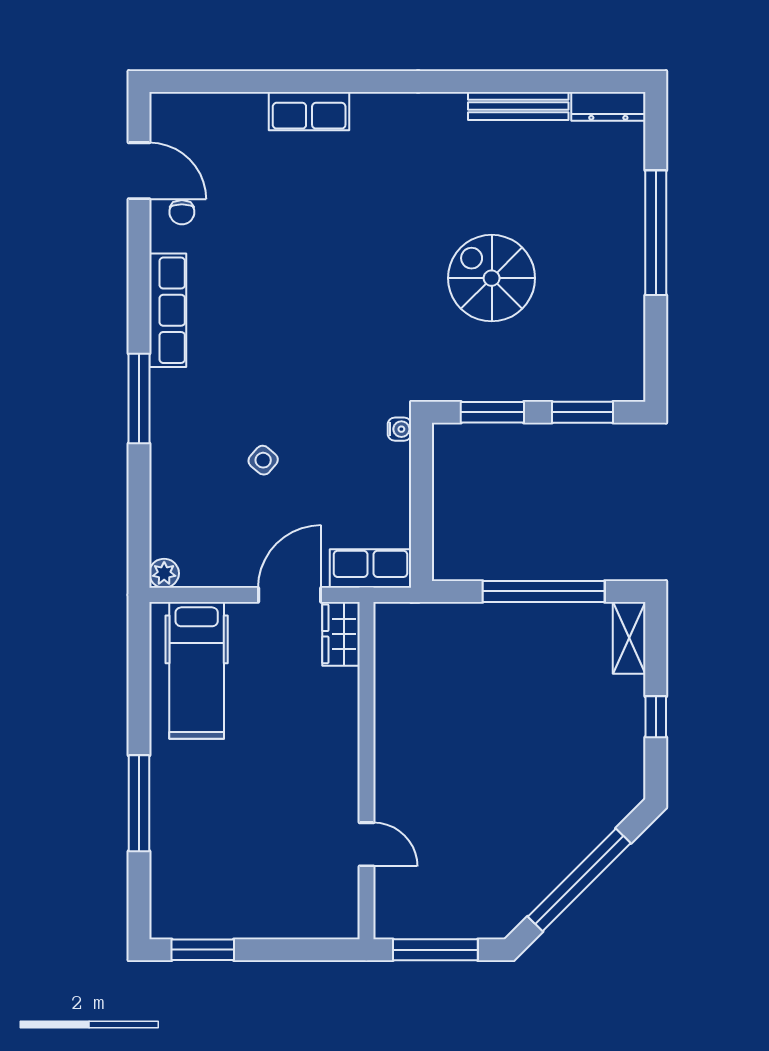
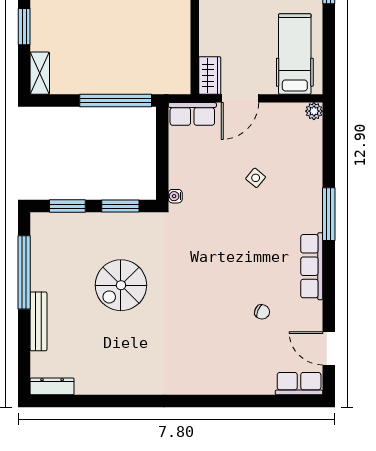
bench: (518, 106) -> (38, 321), moved, turned 90
row of seats: (309, 111) -> (299, 384), moved
chair: (182, 212) -> (262, 312), moved, turned 113
window: (656, 233) -> (24, 272), moved
spiral stairs: (492, 278) -> (121, 285), turned 90
window: (544, 591) -> (116, 100), moved
window: (656, 717) -> (24, 27), width x1.50

